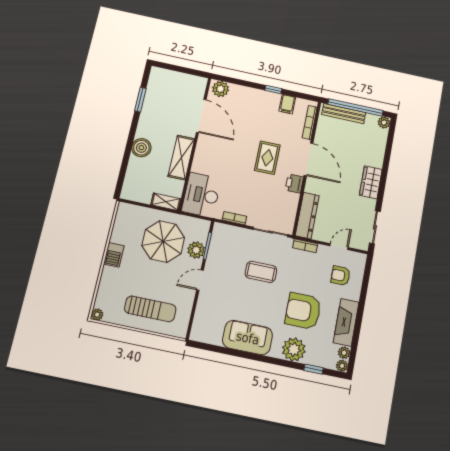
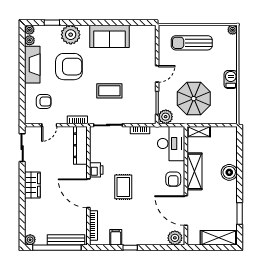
shelving: (171, 78) -> (219, 238), added
armchair: (208, 154) -> (173, 179), added
plant: (196, 250) -> (166, 117), moved

